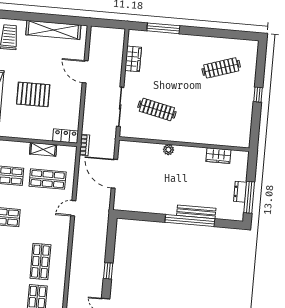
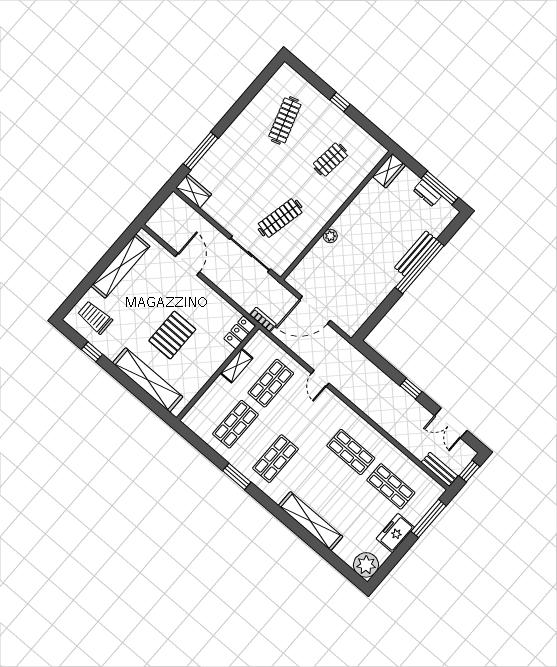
wardrobe: (133, 59) -> (194, 191), moved
door: (85, 72) -> (188, 264), swing flipped
clothes rail: (217, 115) -> (330, 160), added
wardrobe: (218, 156) -> (389, 171), moved

